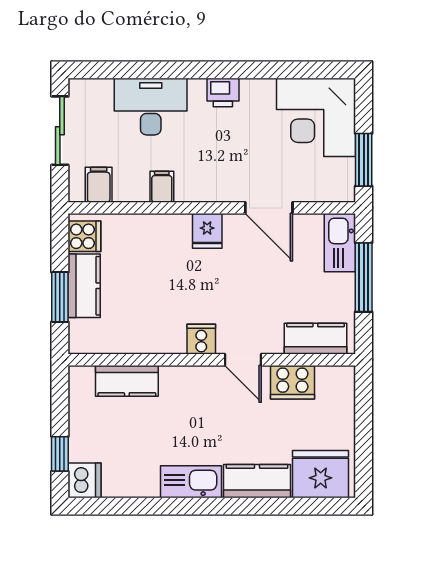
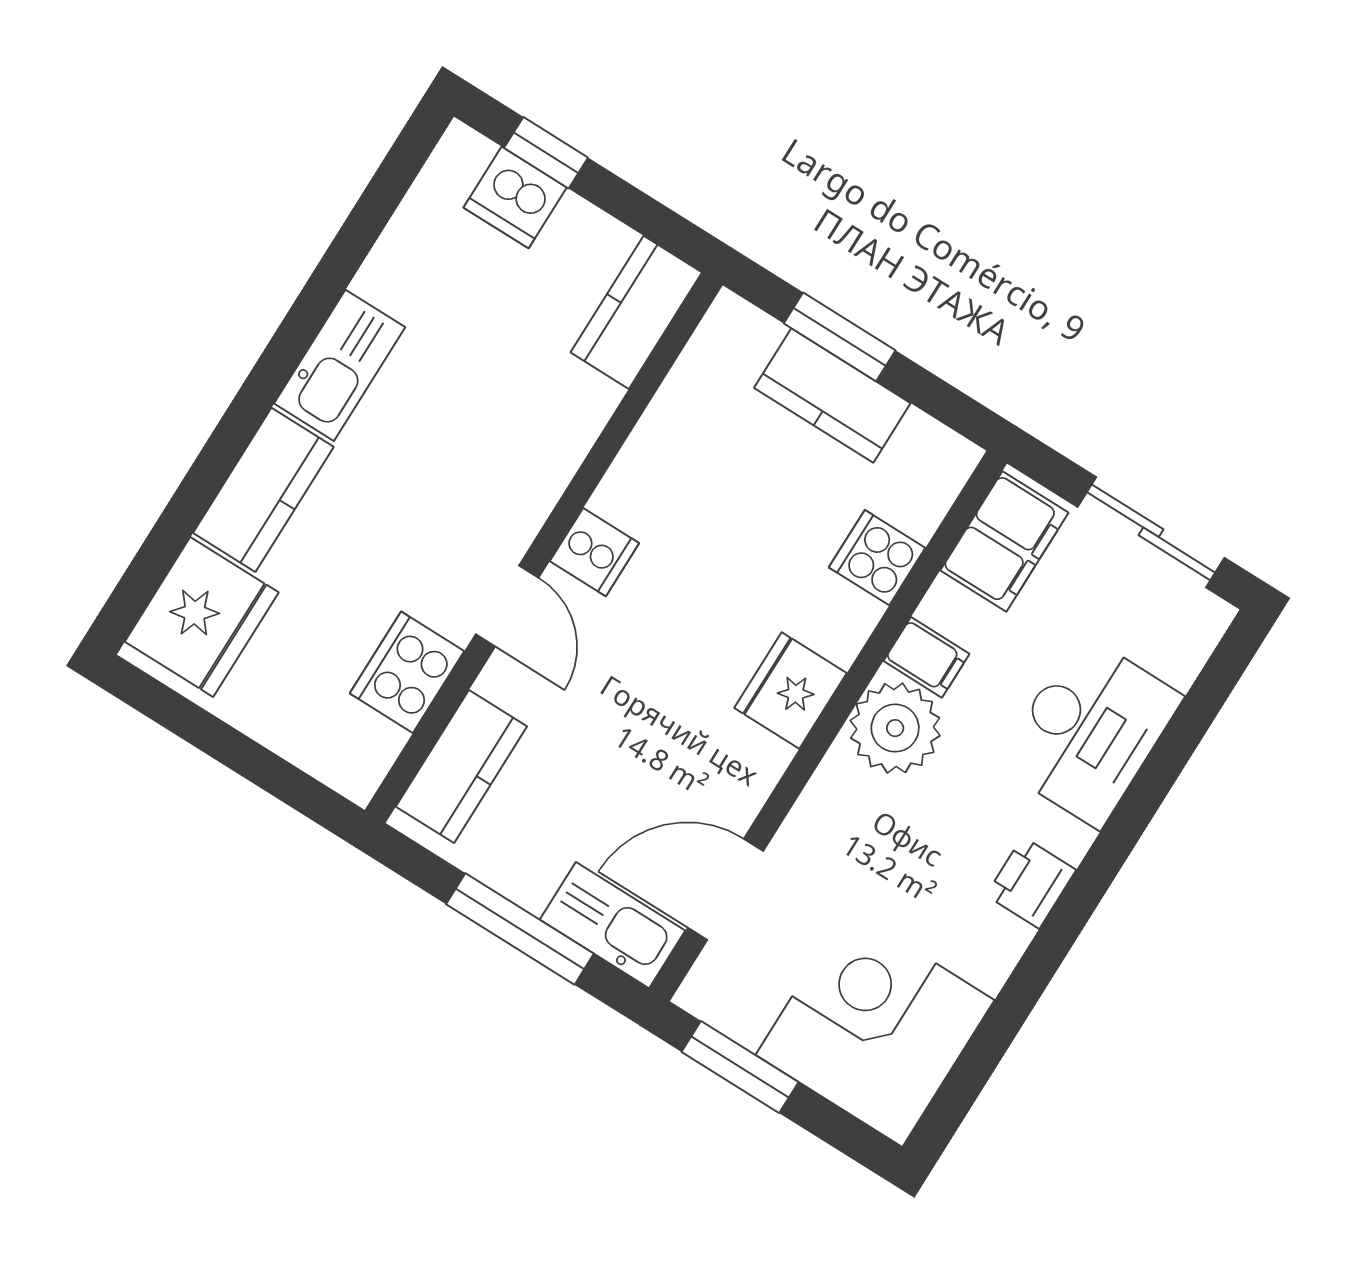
plant: (196, 182) -> (895, 728), added
filing cabinet: (99, 185) -> (1004, 541), width x2.00
door: (269, 208) -> (726, 889), moved
fridge: (207, 231) -> (790, 690), width x1.38
cooker: (84, 236) -> (877, 558), moved, turned 90
door: (243, 360) -> (507, 606), swing flipped
kitchen counter: (127, 381) -> (636, 312), moved
dishwasher: (84, 480) -> (515, 197), moved

